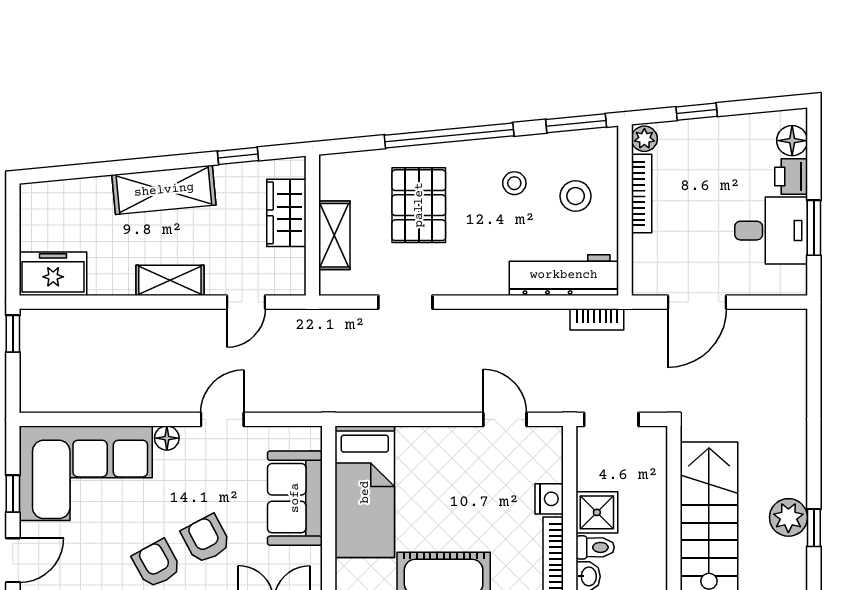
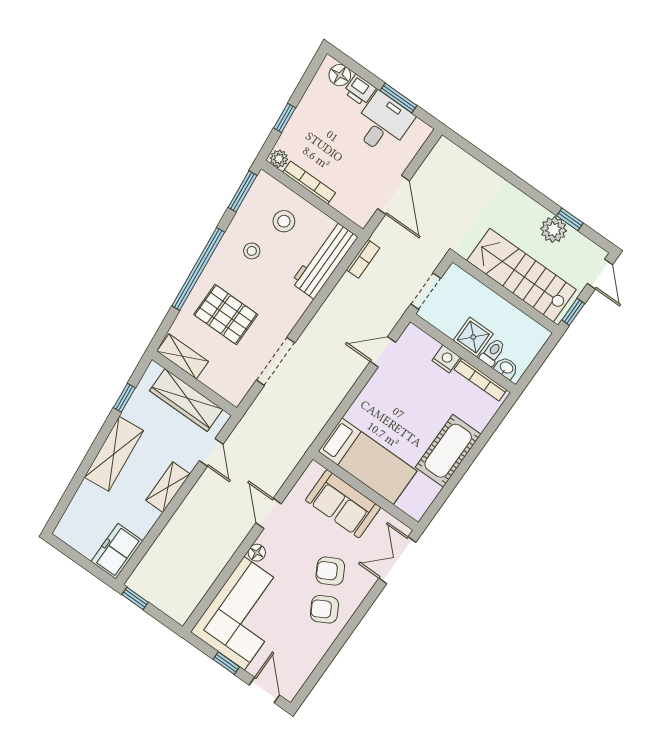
wardrobe: (286, 213) -> (186, 400), width x1.50
shelving: (334, 235) -> (183, 356), moved
doorway: (405, 302) -> (276, 361), width x1.38

